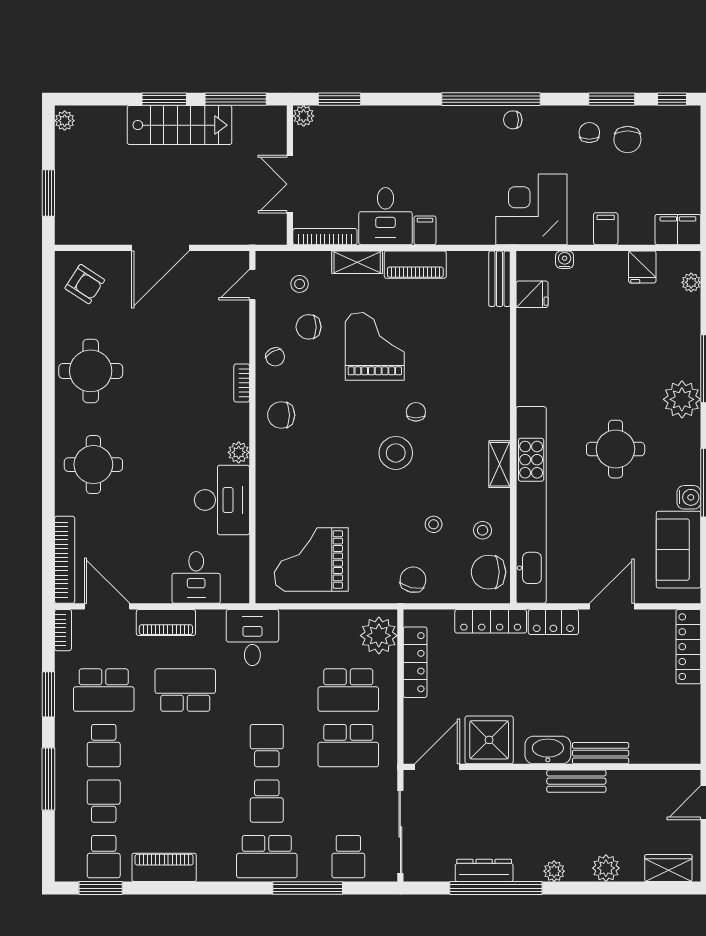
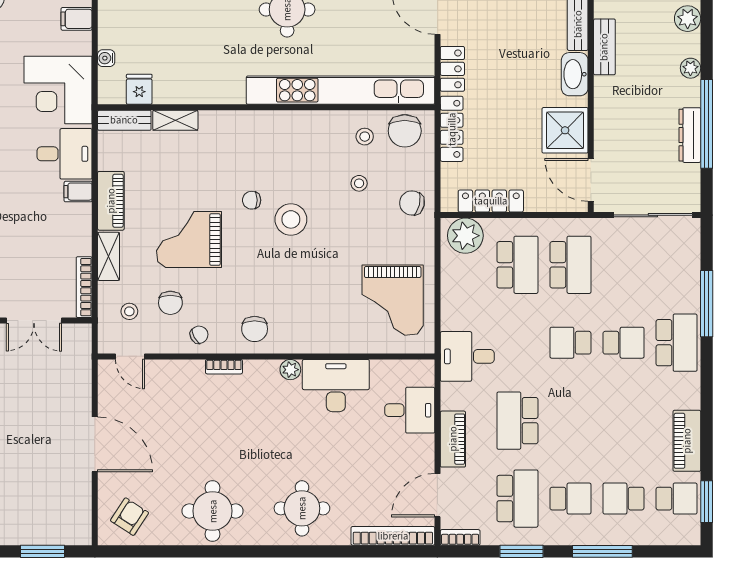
desk: (386, 216) -> (65, 154), moved
shelving: (500, 464) -> (175, 120), moved
school desk: (348, 857) -> (677, 265), removed

